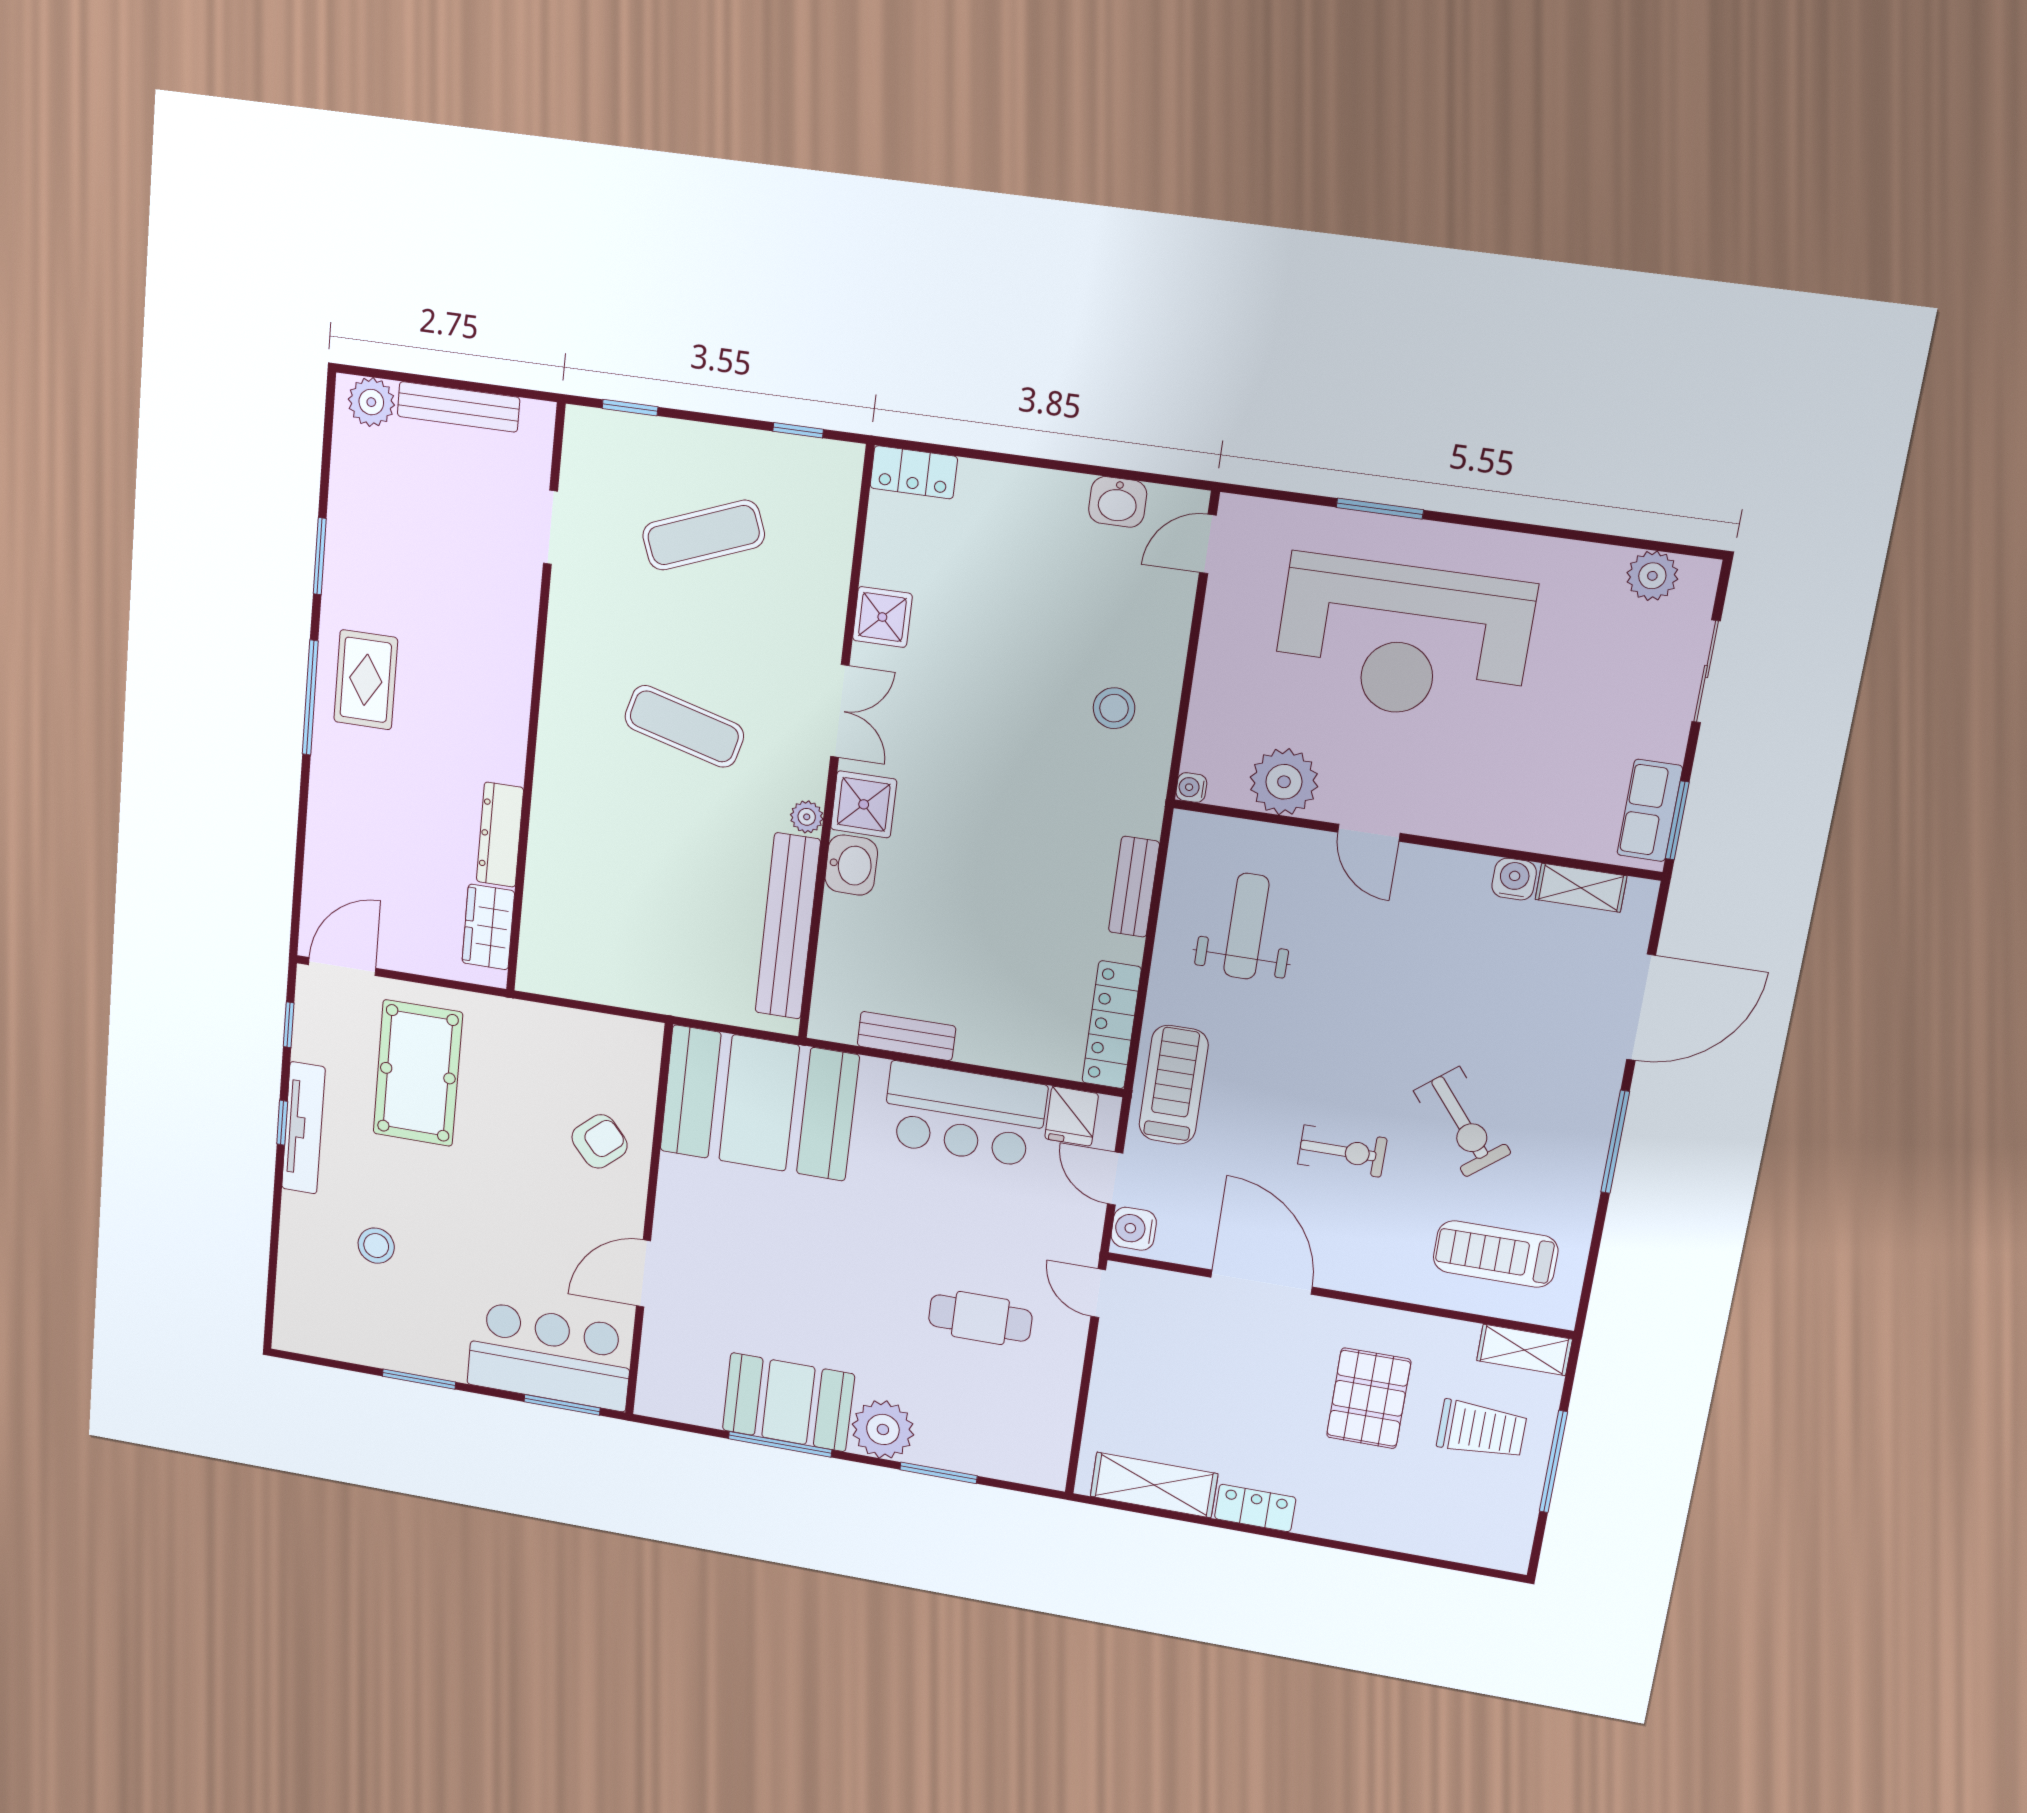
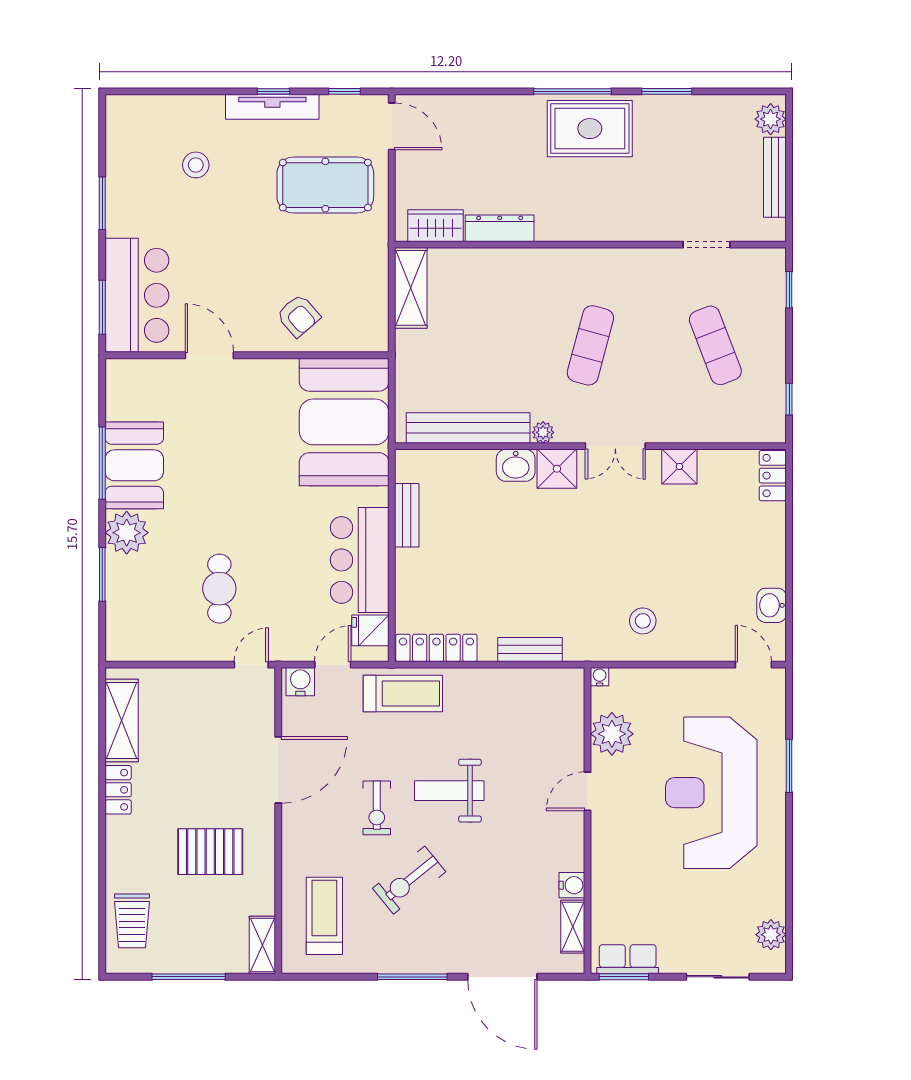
rug: (366, 680) -> (590, 129), width x1.36, depth x1.43
weight bench: (1246, 926) -> (449, 791), moved, turned 180
shelving: (575, 977) -> (411, 288), added
trolley: (1482, 1430) -> (132, 921), moved

